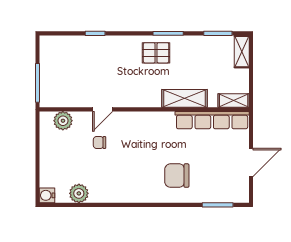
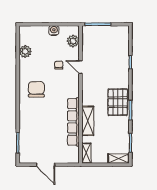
pallet: (156, 53) -> (118, 102), width x1.50, depth x1.42
row of seats: (212, 120) -> (73, 122), moved
chair: (177, 176) -> (36, 89), moved
water cooler: (47, 195) -> (54, 30), moved

